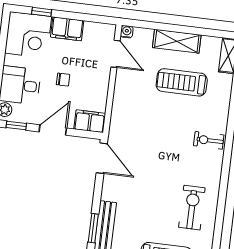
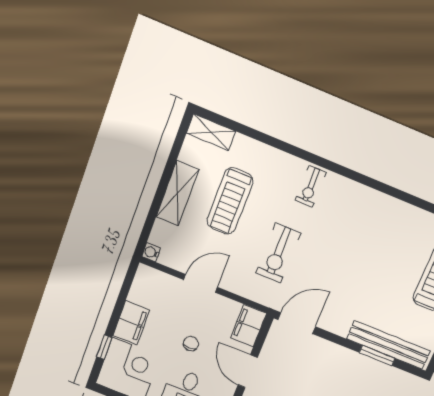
door: (115, 54) -> (200, 283), moved
exercise bike: (192, 208) -> (278, 253), moved, turned -90

